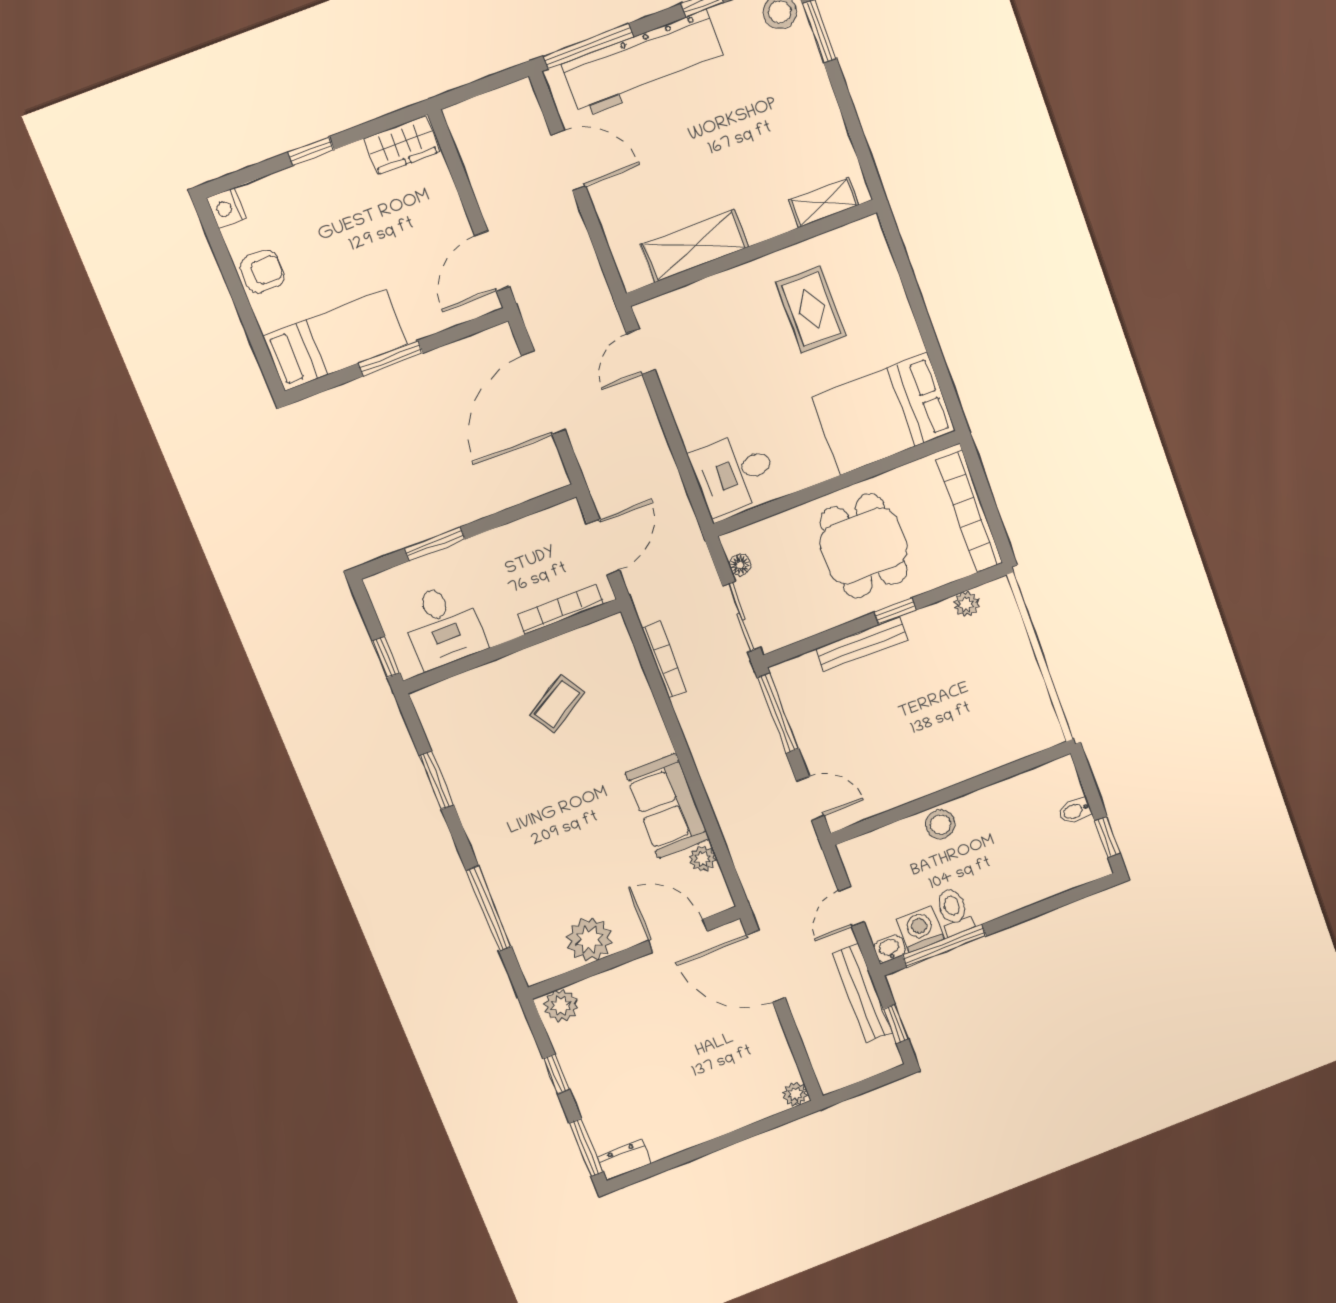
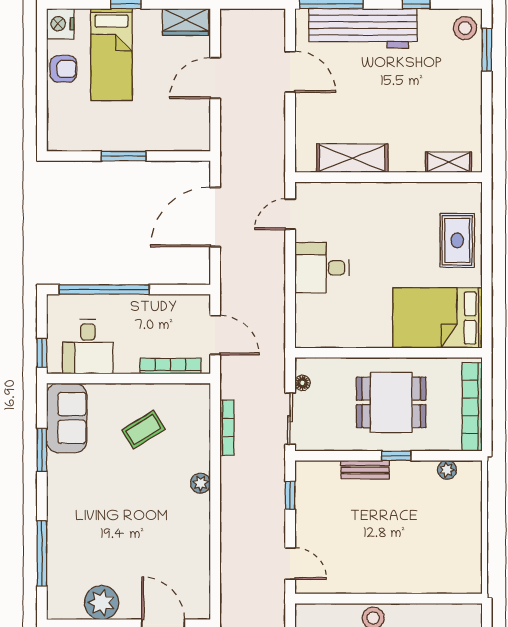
nightstand: (226, 208) -> (60, 24), width x1.36, depth x1.33
door: (492, 261) -> (215, 78), moved
rug: (811, 309) -> (457, 240), moved
bed: (335, 340) -> (111, 55), moved, turned 90
desk: (734, 473) -> (322, 268), moved
window: (435, 544) -> (104, 290), width x2.11
dining table: (864, 546) -> (391, 402), turned 90
door: (603, 547) -> (215, 335), hinge flipped
bench: (862, 644) -> (365, 470), width x0.73
window: (778, 713) -> (290, 495), width x0.46
sofa: (667, 806) -> (67, 418), moved, turned 180
plant: (703, 859) -> (201, 483), moved

